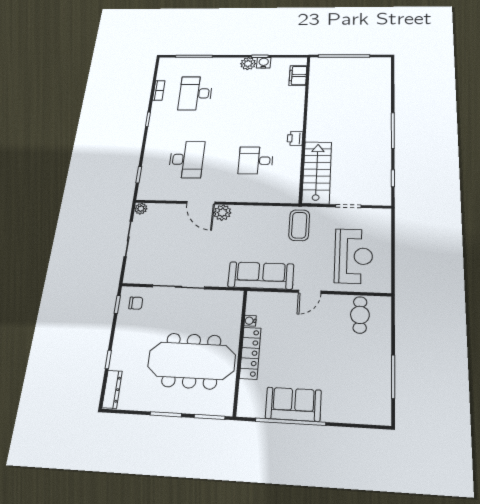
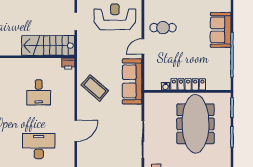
printer: (295, 138) -> (68, 64), moved
plant: (222, 213) -> (83, 114), removed
coffee table: (299, 225) -> (95, 88), moved, turned 41
door: (310, 292) -> (143, 46), swing flipped
cafe table: (360, 315) -> (163, 28), moved
sofa: (293, 404) -> (221, 30), moved

